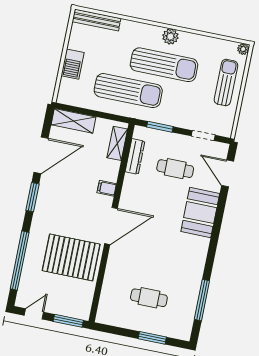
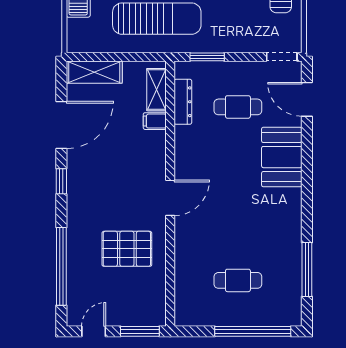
doorway: (203, 136) -> (282, 57), moved
filing cabinet: (107, 188) -> (155, 121), moved
window: (32, 197) -> (61, 181), width x0.67
door: (111, 226) -> (170, 198), width x0.73
pallet: (71, 257) -> (127, 249), width x0.73, depth x0.71
window: (152, 338) -> (253, 331), width x2.11

